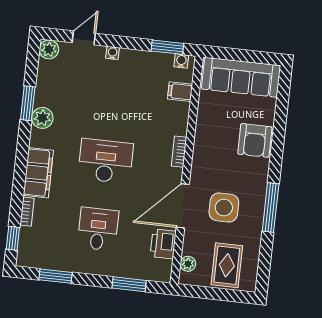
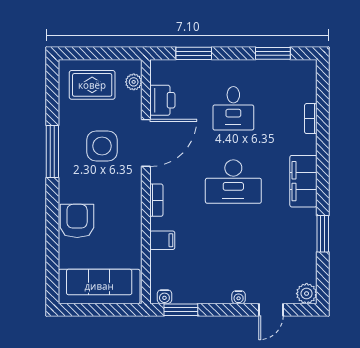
filing cabinet: (180, 92) -> (162, 240), moved
plant: (42, 118) -> (306, 220), removed
filing cabinet: (38, 173) -> (303, 181), moved
window: (13, 238) -> (323, 89), removed
rug: (227, 265) -> (92, 85), turned 90

